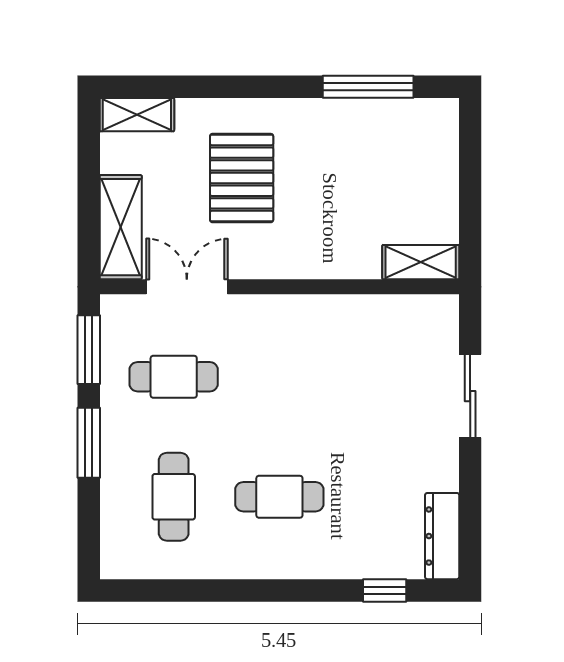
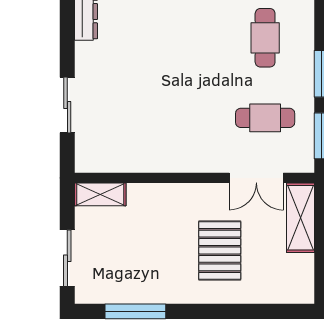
shelving: (137, 115) -> (290, 293), removed
sliding door: (470, 166) -> (67, 258), added
cafe table: (279, 497) -> (195, 38), removed

